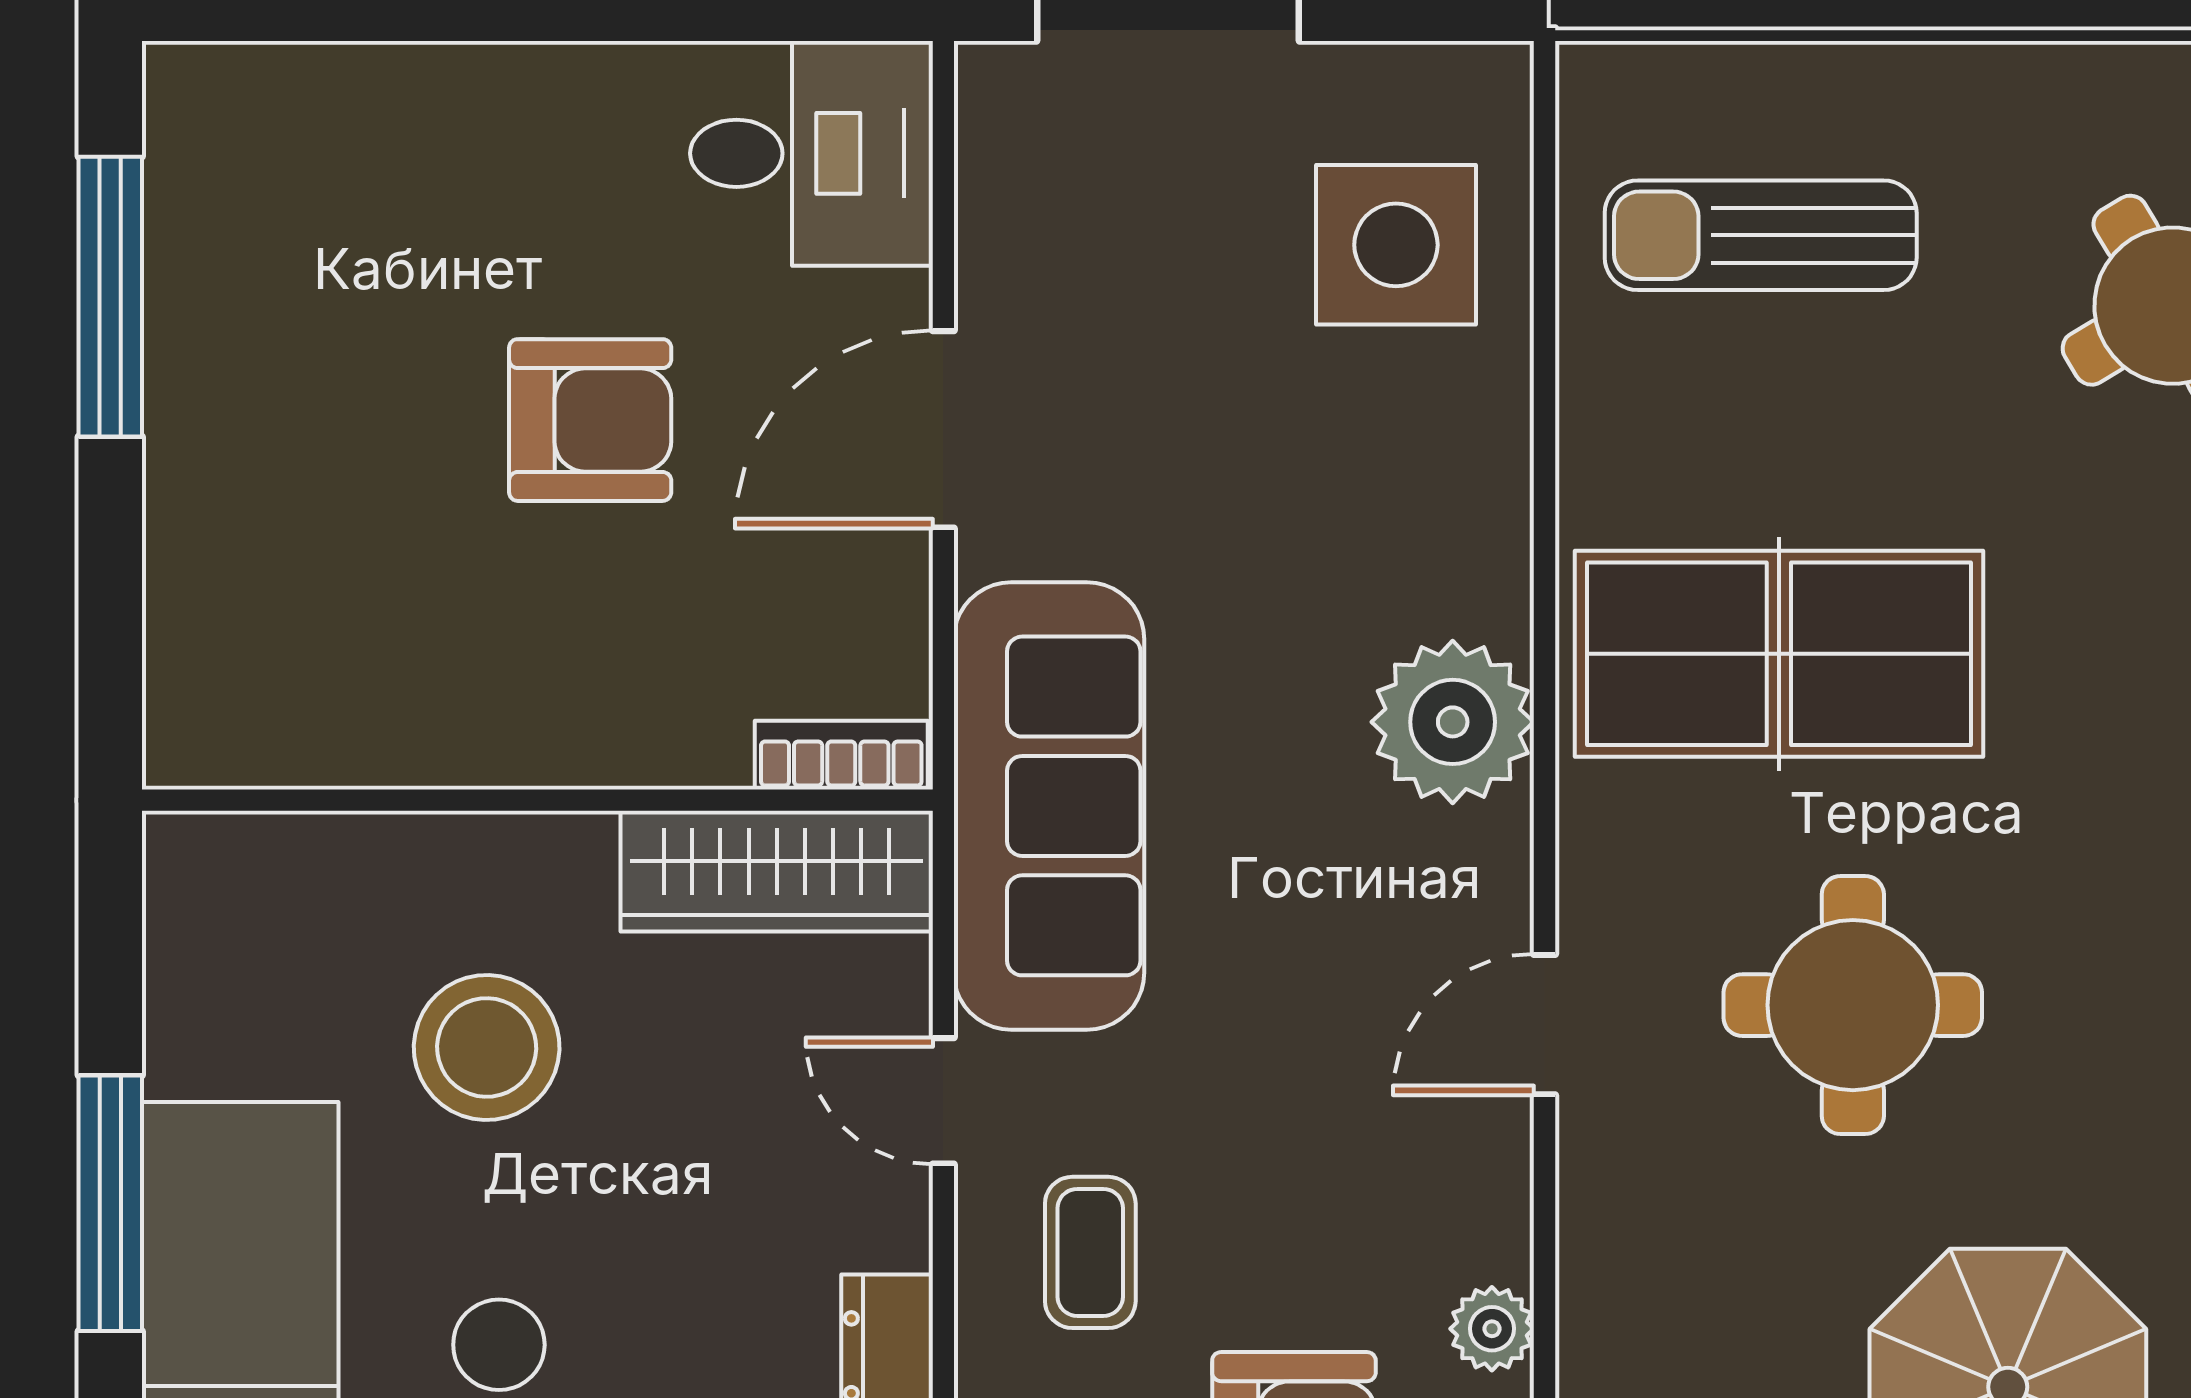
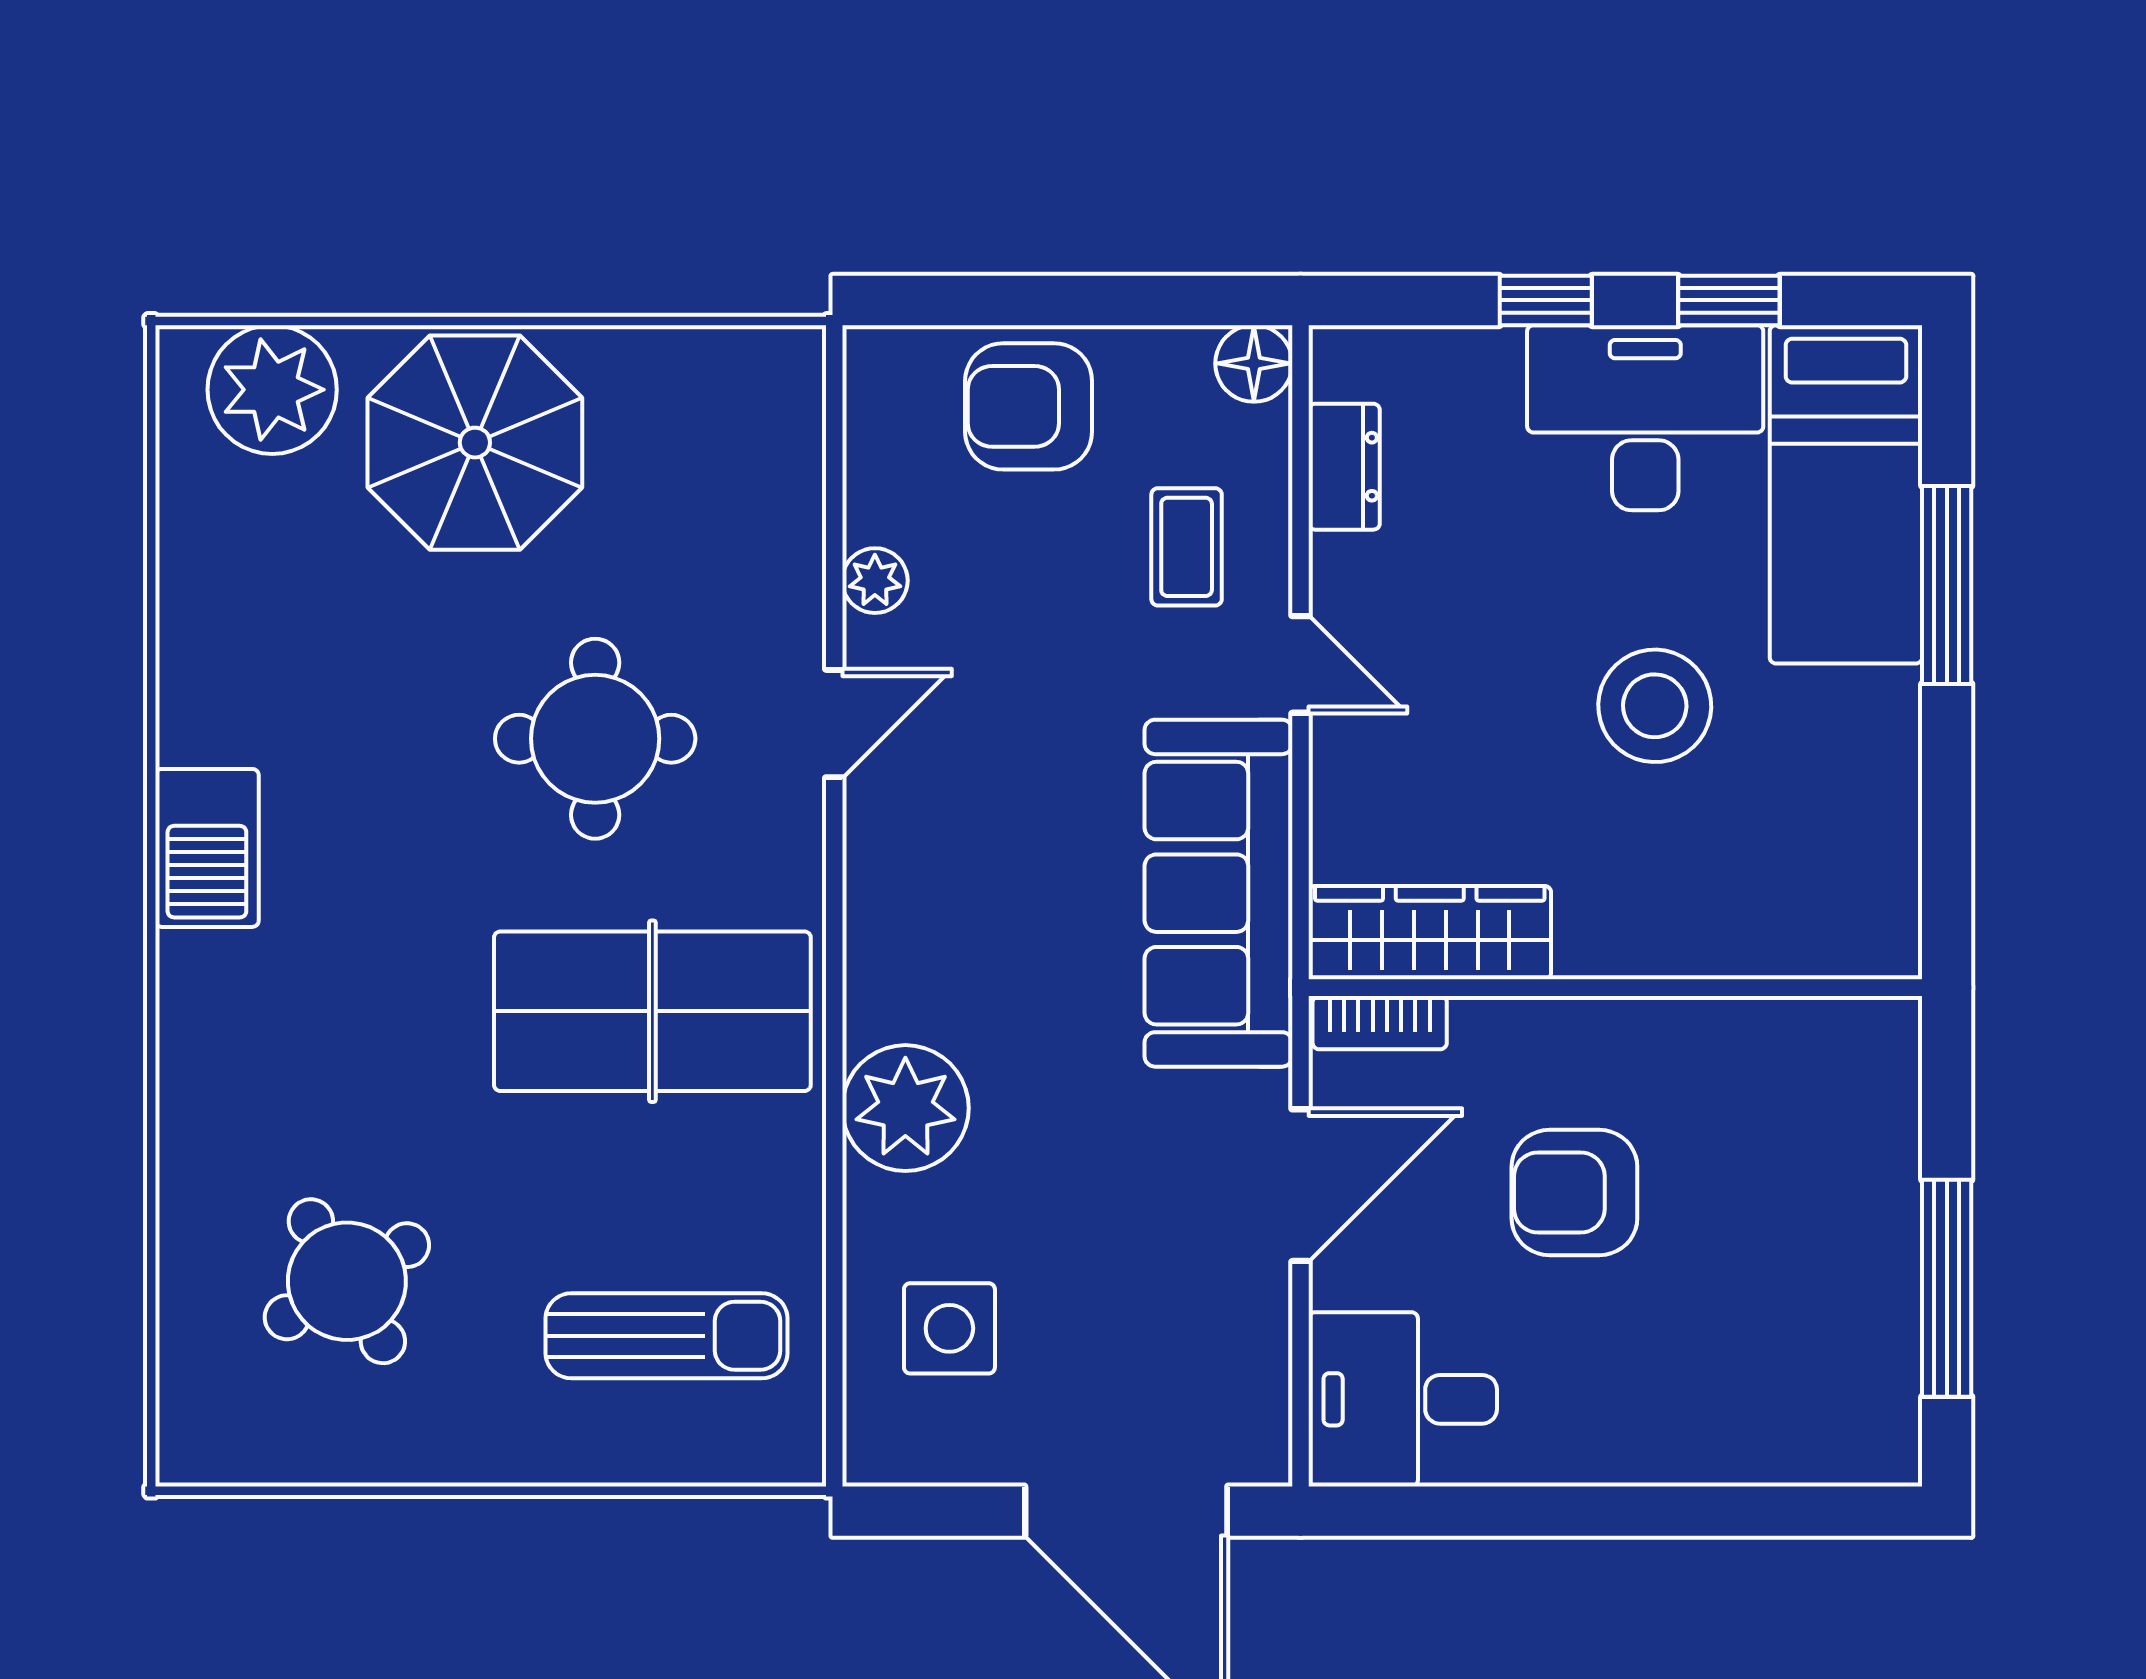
side table: (1396, 245) -> (949, 1328), width x0.73, depth x0.73
plant: (1453, 722) -> (905, 1108), moved
bookcase: (841, 755) -> (1380, 1023), moved
wall: (537, 800) -> (1615, 988), moved
wardrobe: (777, 871) -> (1430, 933), moved
plant: (1492, 1329) -> (875, 581), moved

